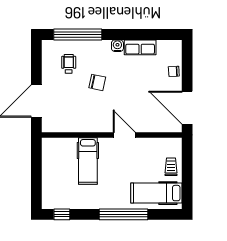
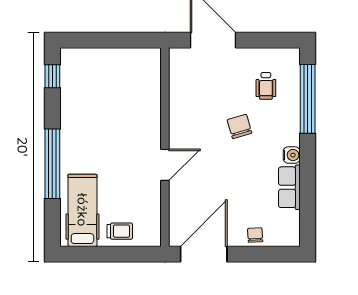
wheelchair: (69, 64) -> (266, 86), turned 90
chair: (97, 82) -> (239, 126), turned 152
hospital bed: (88, 161) -> (128, 113), removed

